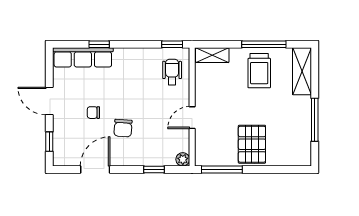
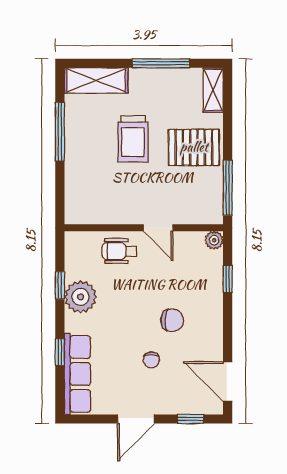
window: (172, 44) -> (60, 285), moved
shelving: (212, 55) -> (213, 90), moved
plant: (140, 60) -> (80, 297), added
trolley: (259, 71) -> (133, 139), moved, turned 90
wheelchair: (172, 72) -> (119, 251), moved
door: (95, 169) -> (228, 381), moved

